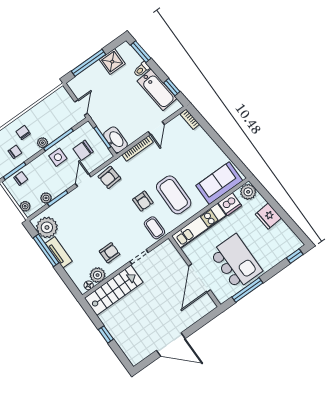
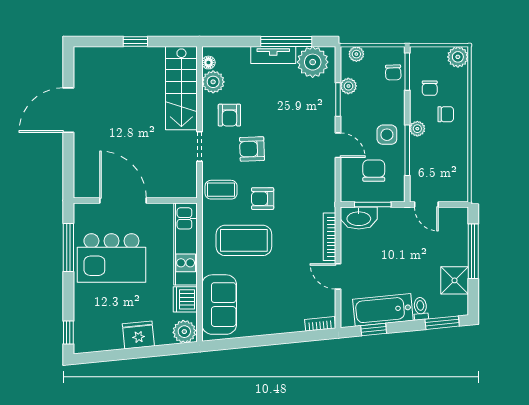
armchair: (109, 177) -> (252, 149), moved, turned -87

